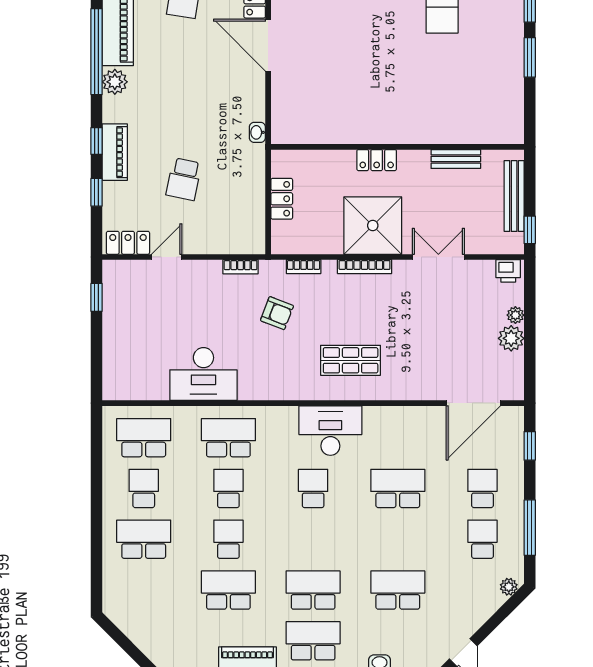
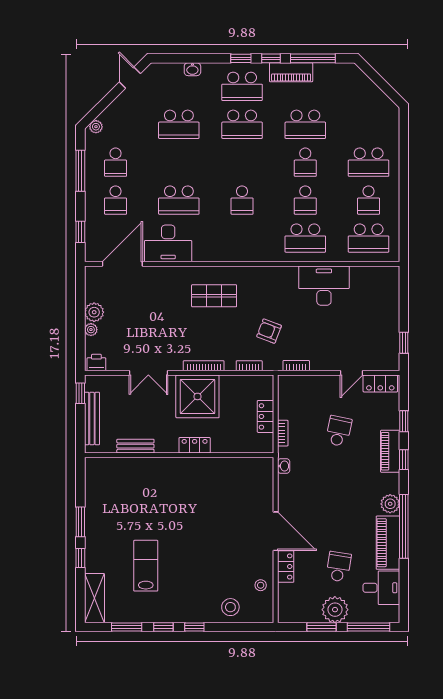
bookcase: (259, 176) -> (283, 433), added
desk: (330, 431) -> (168, 243), moved

